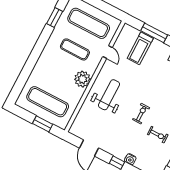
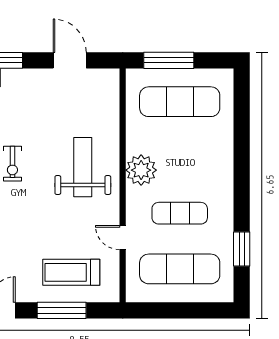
treadmill: (140, 48) -> (71, 272), turned -90
weight bench: (109, 95) -> (83, 167), turned 180
window: (43, 124) -> (169, 60), width x1.44

